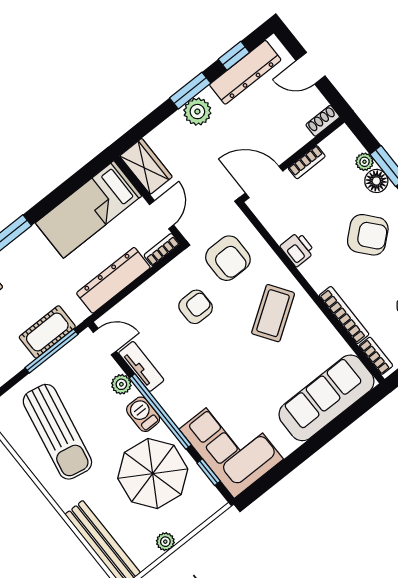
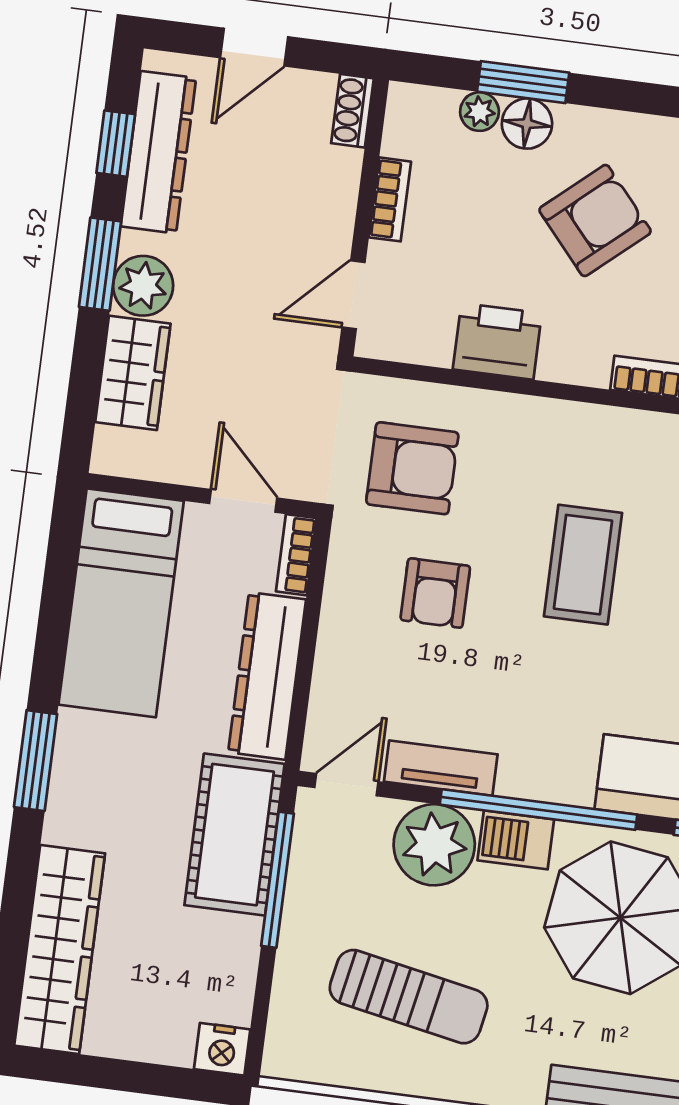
wardrobe: (146, 166) -> (133, 373), moved, turned 90
door: (264, 182) -> (353, 295), width x0.73
printer: (297, 249) -> (497, 341), width x1.36, depth x1.24
armchair: (196, 307) -> (435, 593), turned 180
coffee table: (273, 313) -> (583, 565), moved, turned 34
cot: (47, 332) -> (234, 835), width x1.37, depth x1.34
plant: (121, 384) -> (434, 845), width x1.88, depth x1.88
sun lounger: (57, 432) -> (409, 997), width x0.73, depth x0.75

